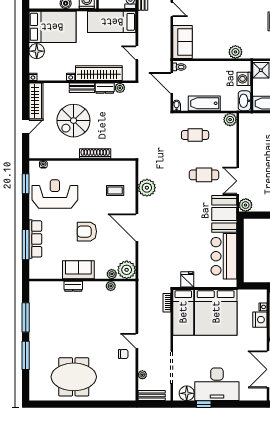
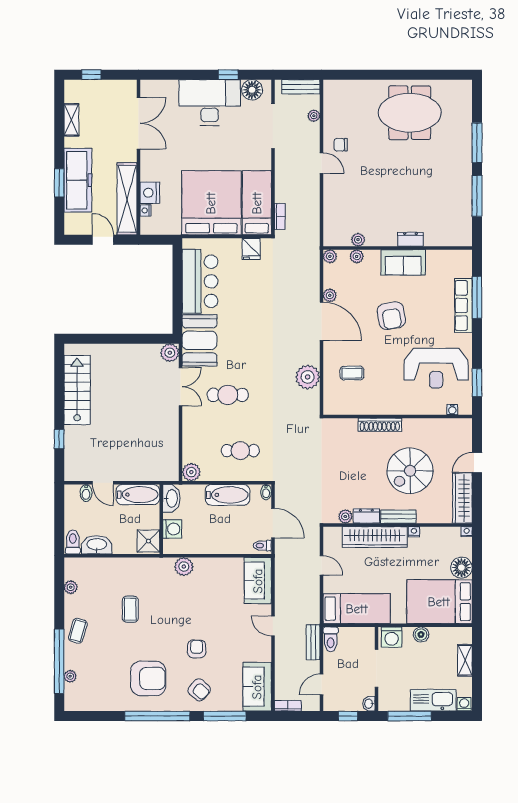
spiral stairs: (73, 121) -> (410, 471), turned 180
armchair: (87, 232) -> (391, 316), turned 81
plant: (131, 246) -> (330, 295), added
plant: (127, 270) -> (330, 256), width x0.53, depth x0.53

